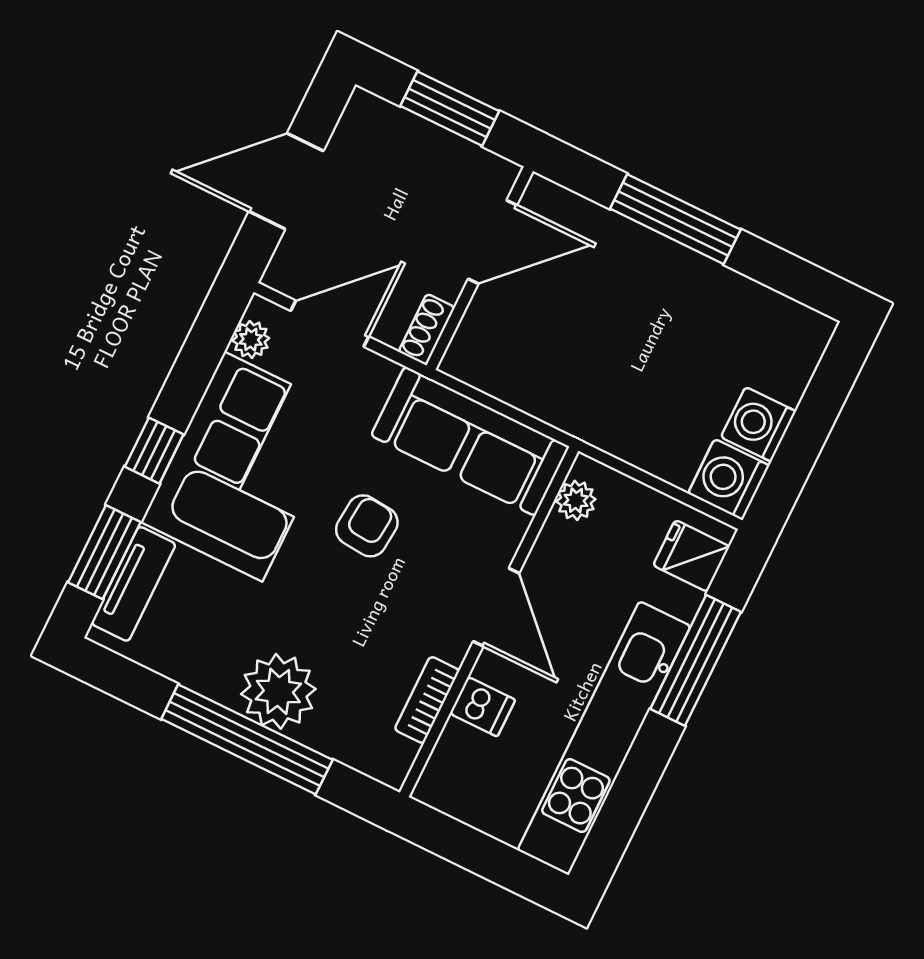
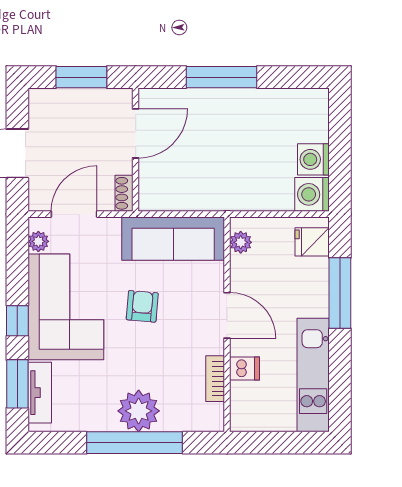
kitchen unit: (604, 738) -> (313, 375), width x0.73

